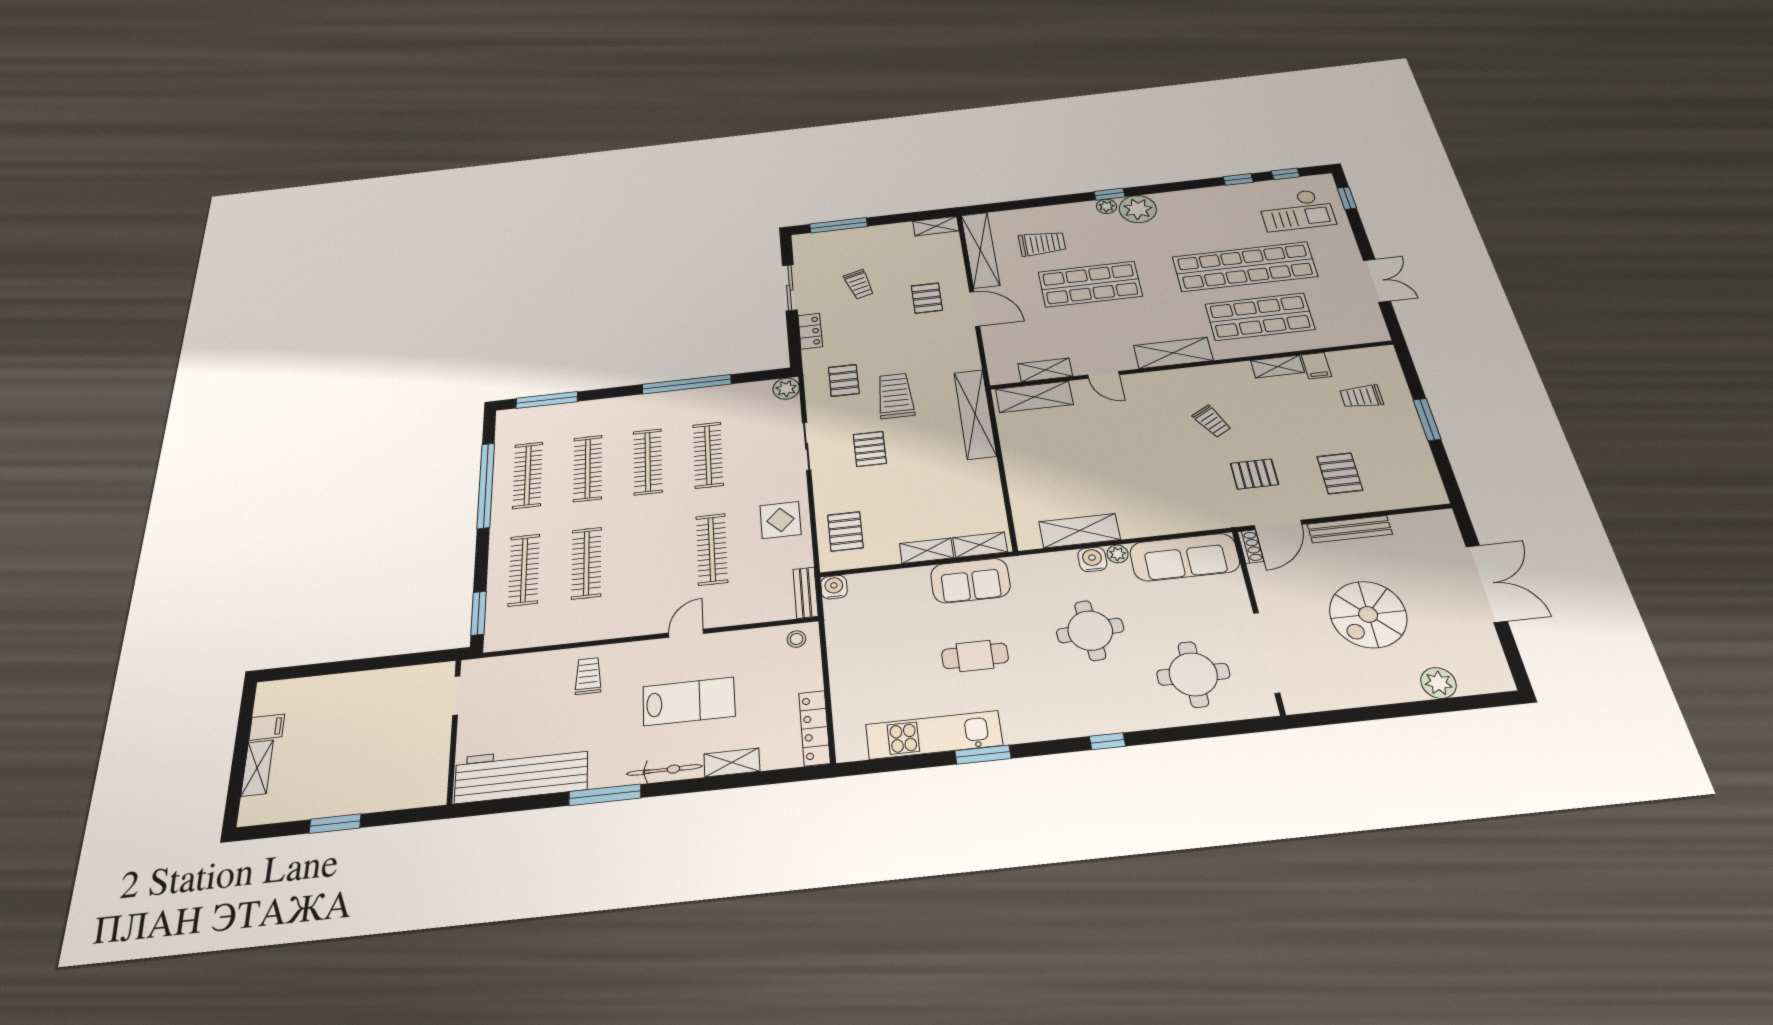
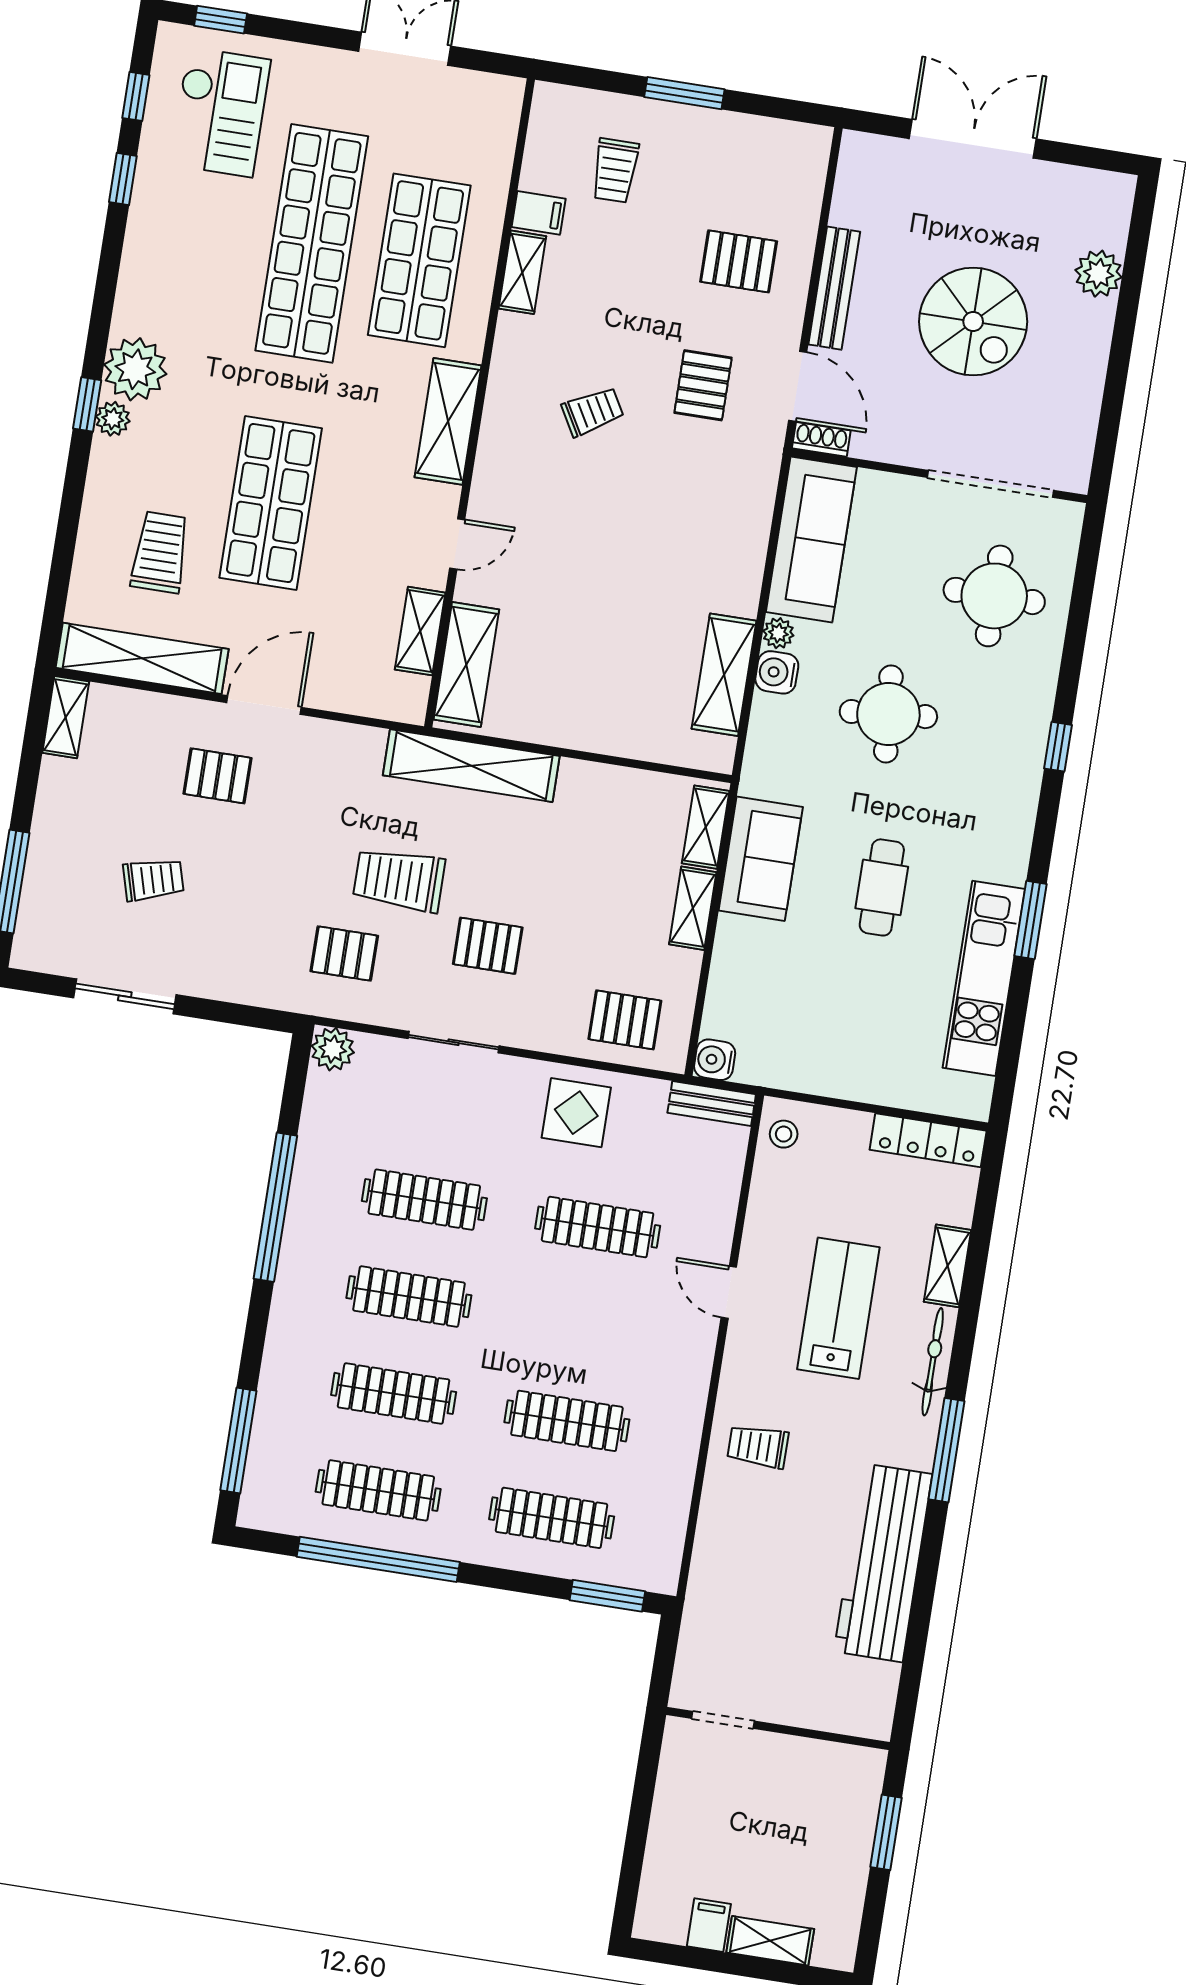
locker: (810, 331) -> (228, 984), removed
doorway: (456, 695) -> (723, 1720), moved
wall: (454, 730) -> (778, 1728), moved

